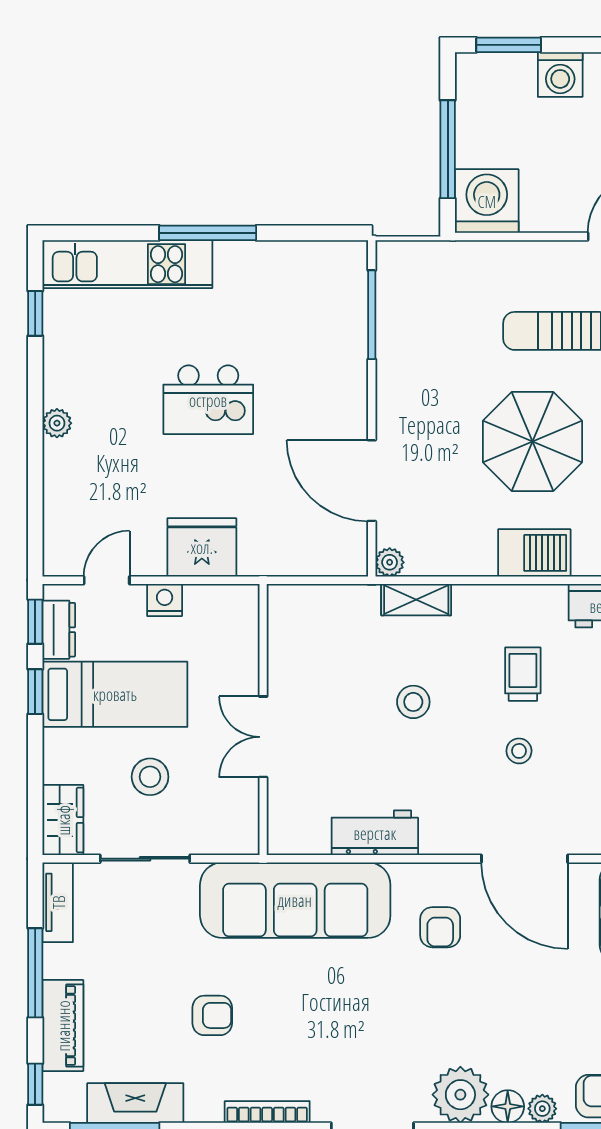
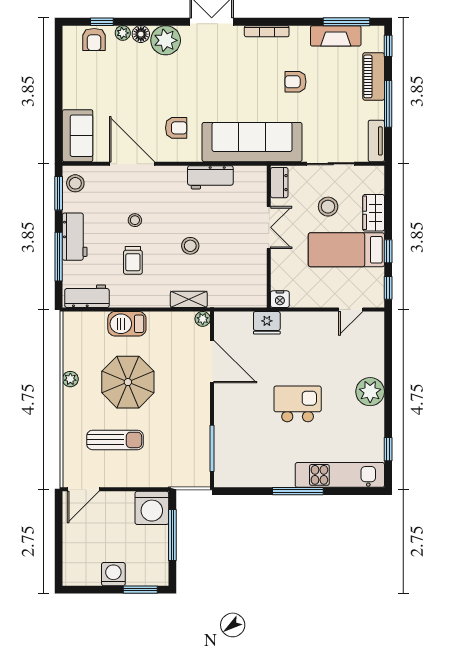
plant: (57, 423) -> (370, 392), width x1.88, depth x1.88
fridge: (202, 547) -> (267, 323), moved, width x0.73, depth x0.75
nightstand: (165, 600) -> (280, 299), moved
dresser: (59, 630) -> (279, 183), moved, turned 180
wardrobe: (63, 820) -> (374, 213), moved
armchair: (440, 927) -> (176, 128), turned 90

